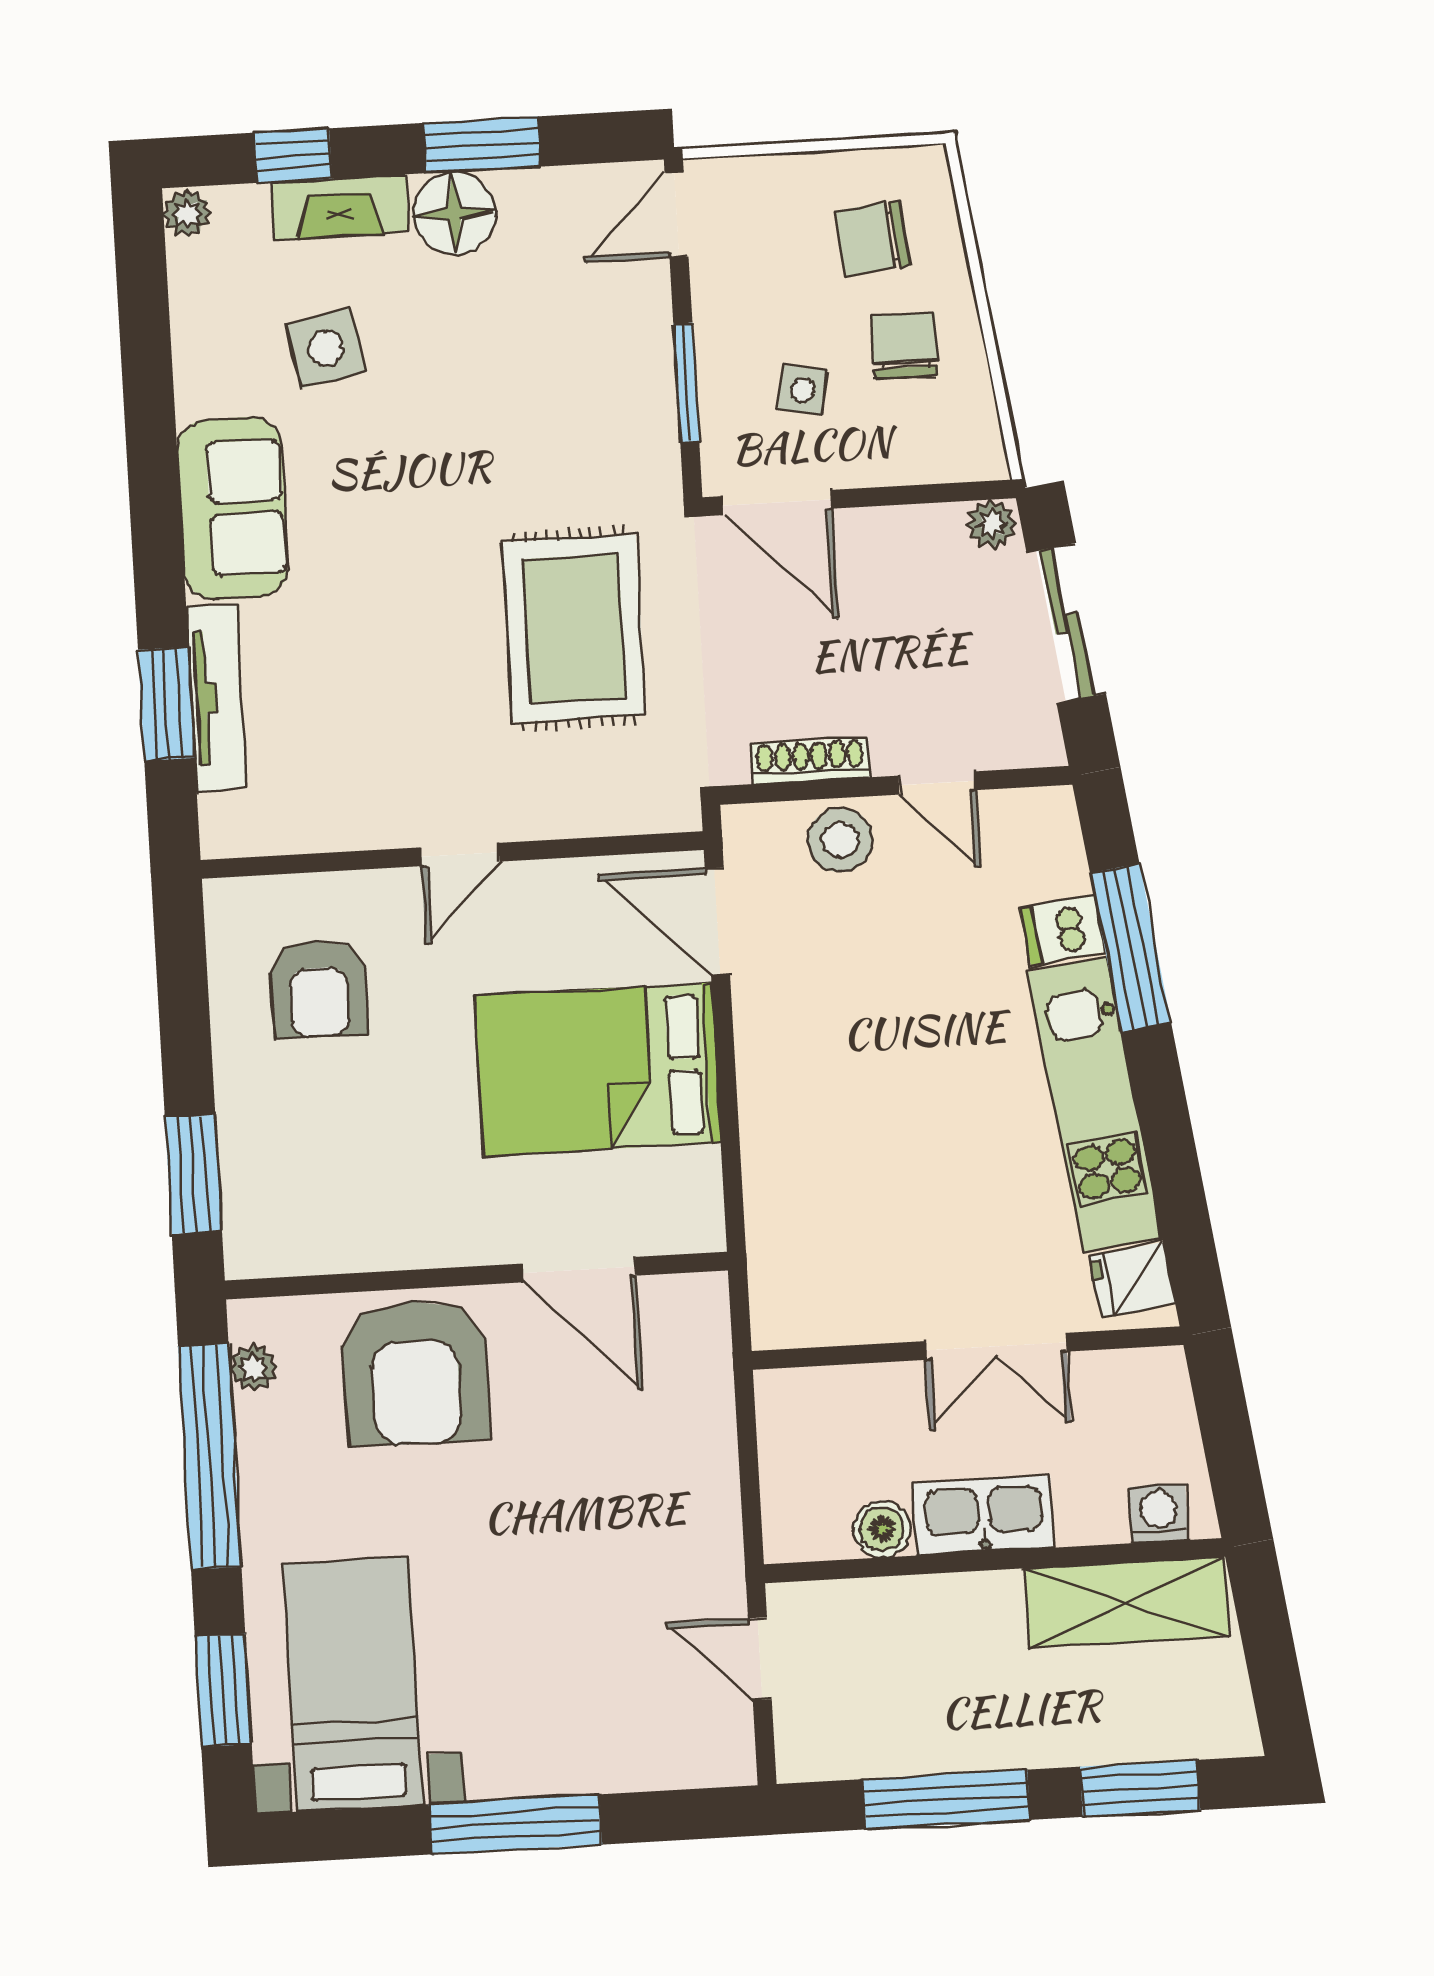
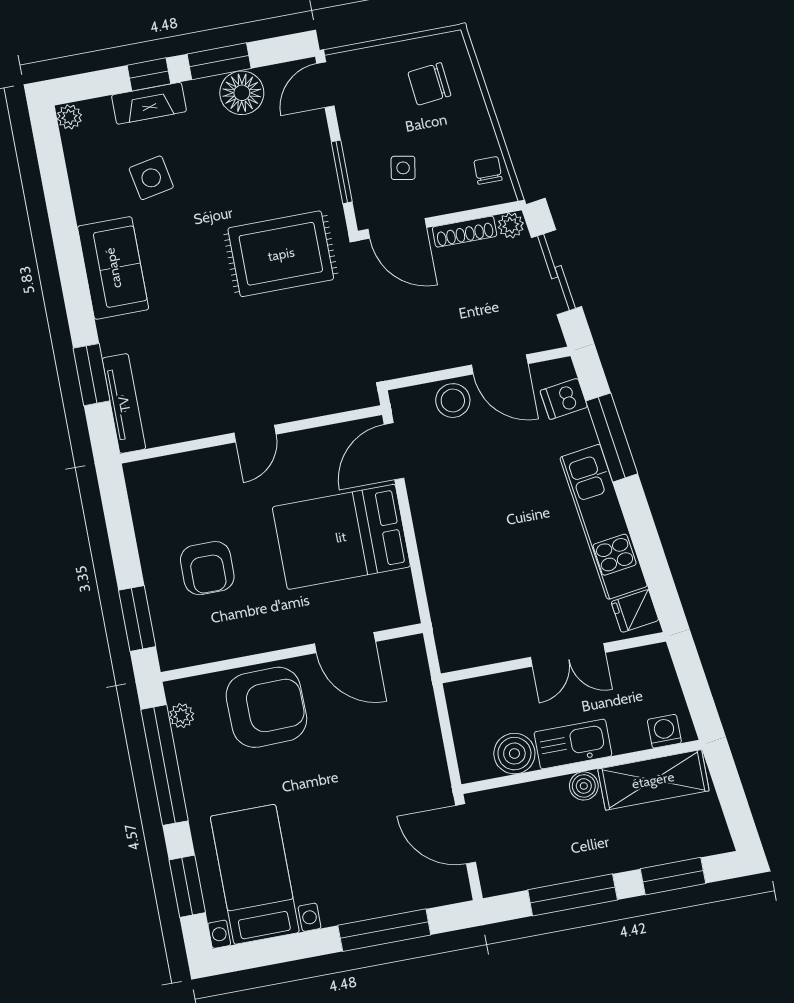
window: (293, 156) -> (149, 74), moved
floor lamp: (454, 213) -> (242, 93), moved
chair: (905, 346) -> (488, 170), moved, width x0.73, depth x0.73
rug: (574, 628) -> (281, 254), moved, turned 90
tv unit: (216, 698) -> (124, 404), moved
shoe rack: (810, 761) -> (465, 232), moved, turned 180
door: (937, 783) -> (500, 364), width x1.38
door: (717, 921) -> (394, 451), hinge flipped
dishwasher: (1063, 930) -> (564, 399), moved
armchair: (319, 989) -> (207, 568), moved
armchair: (415, 1372) -> (266, 707), turned -91
boiler: (882, 1529) -> (514, 754), width x1.36, depth x1.36
boiler: (994, 1597) -> (584, 786), added
door: (760, 1659) -> (466, 834), width x1.38
window: (516, 1824) -> (384, 930), moved

